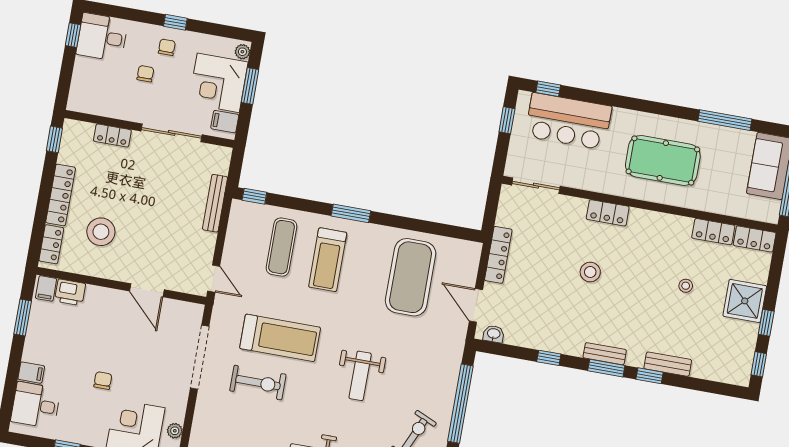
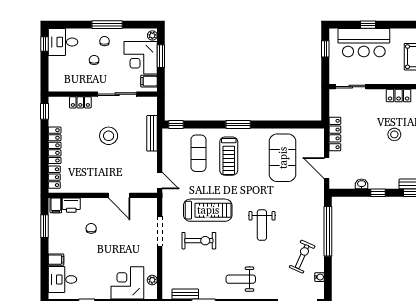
window: (175, 22) -> (107, 25), width x2.17
window: (548, 89) -> (368, 25), moved
stool: (101, 232) -> (109, 136), moved
washbasin: (494, 334) -> (362, 184), moved
doorway: (200, 357) -> (160, 231), width x0.73
chair: (103, 380) -> (91, 228), moved

